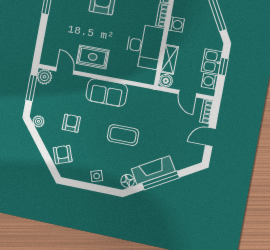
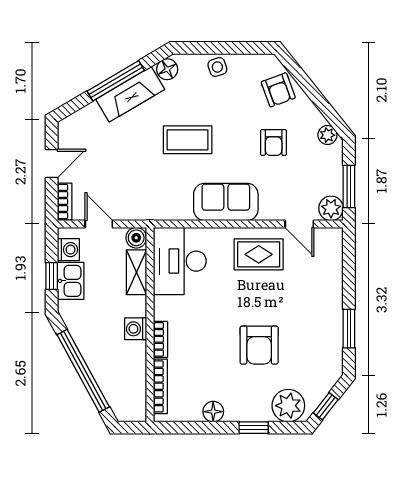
desk: (144, 46) -> (180, 261), moved

